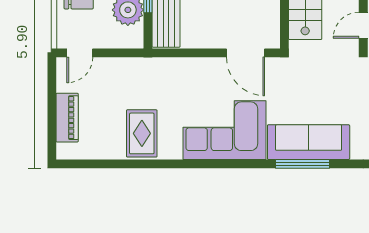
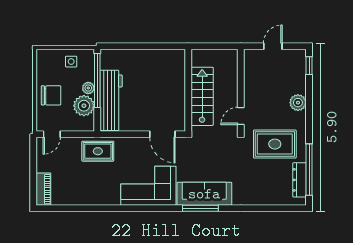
piano: (67, 118) -> (43, 189), moved
rug: (142, 133) -> (98, 151), moved, turned 90

